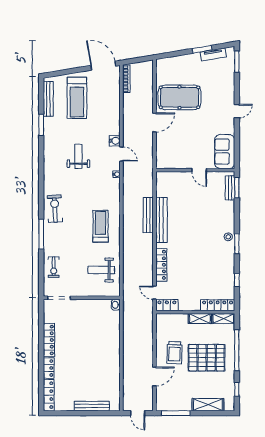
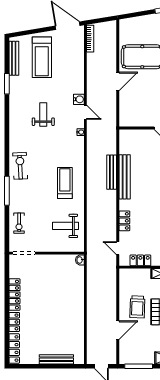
locker: (161, 265) -> (124, 221), width x0.66
locker: (167, 305) -> (140, 260), moved

